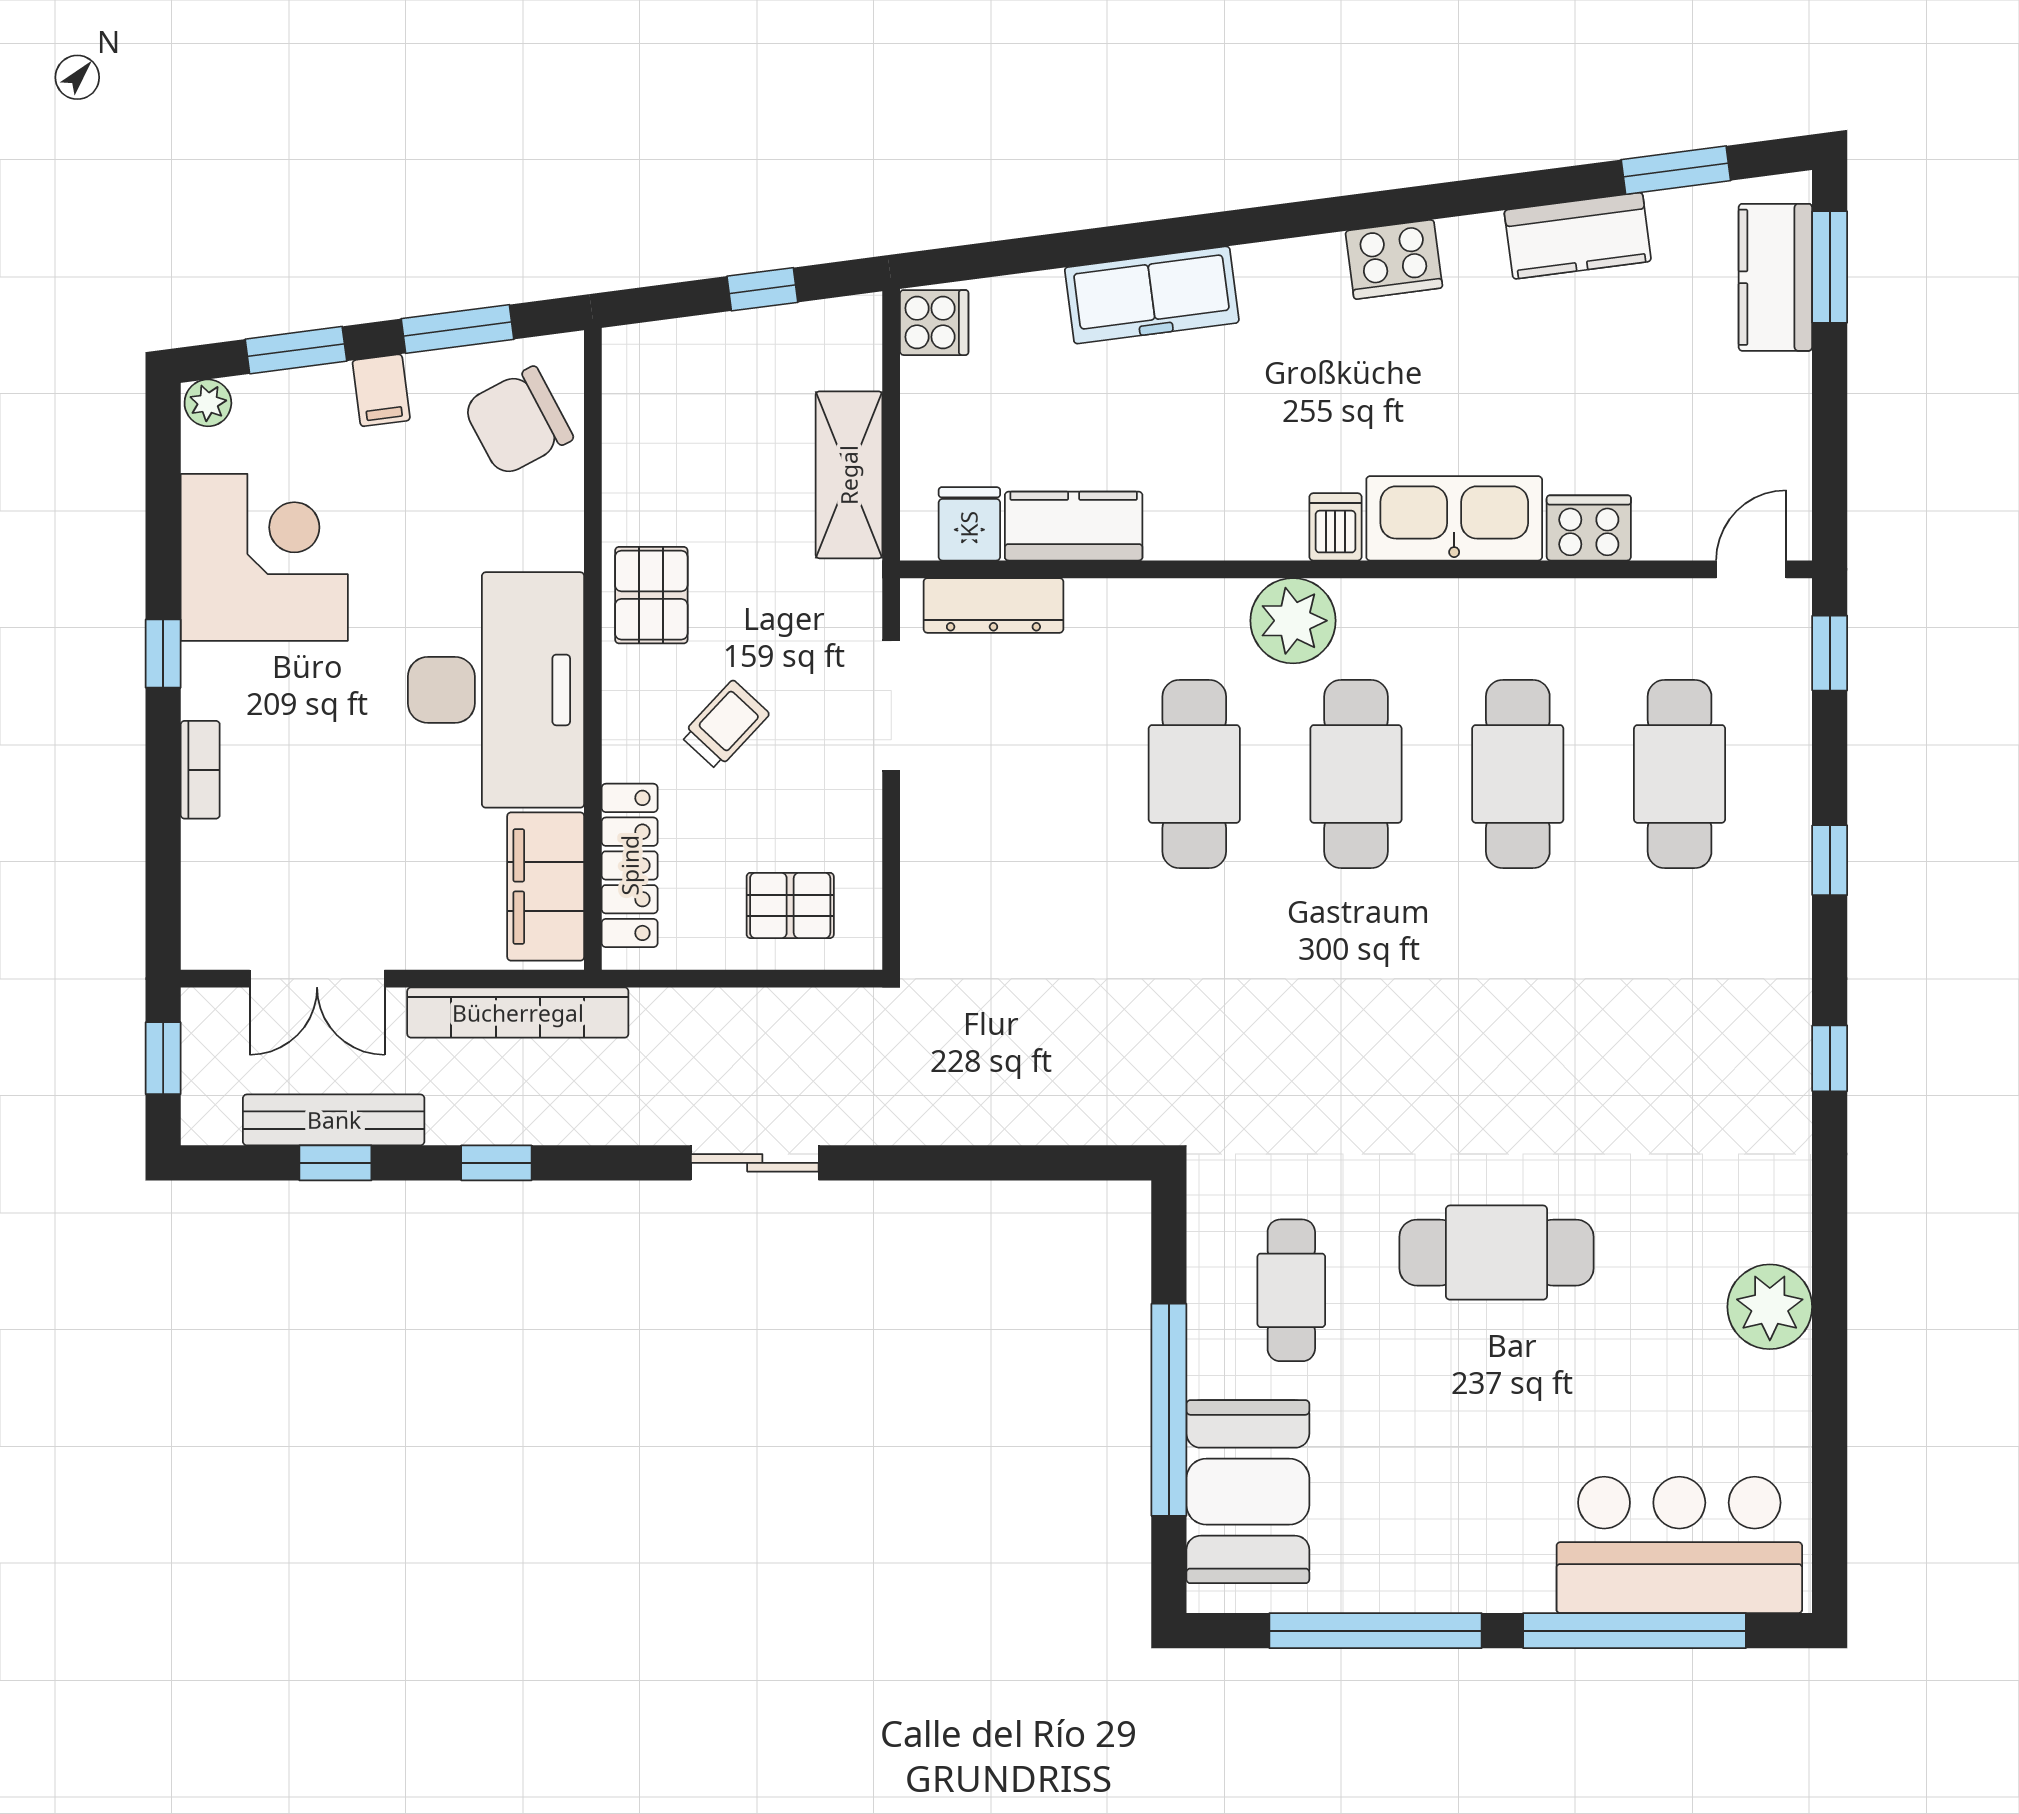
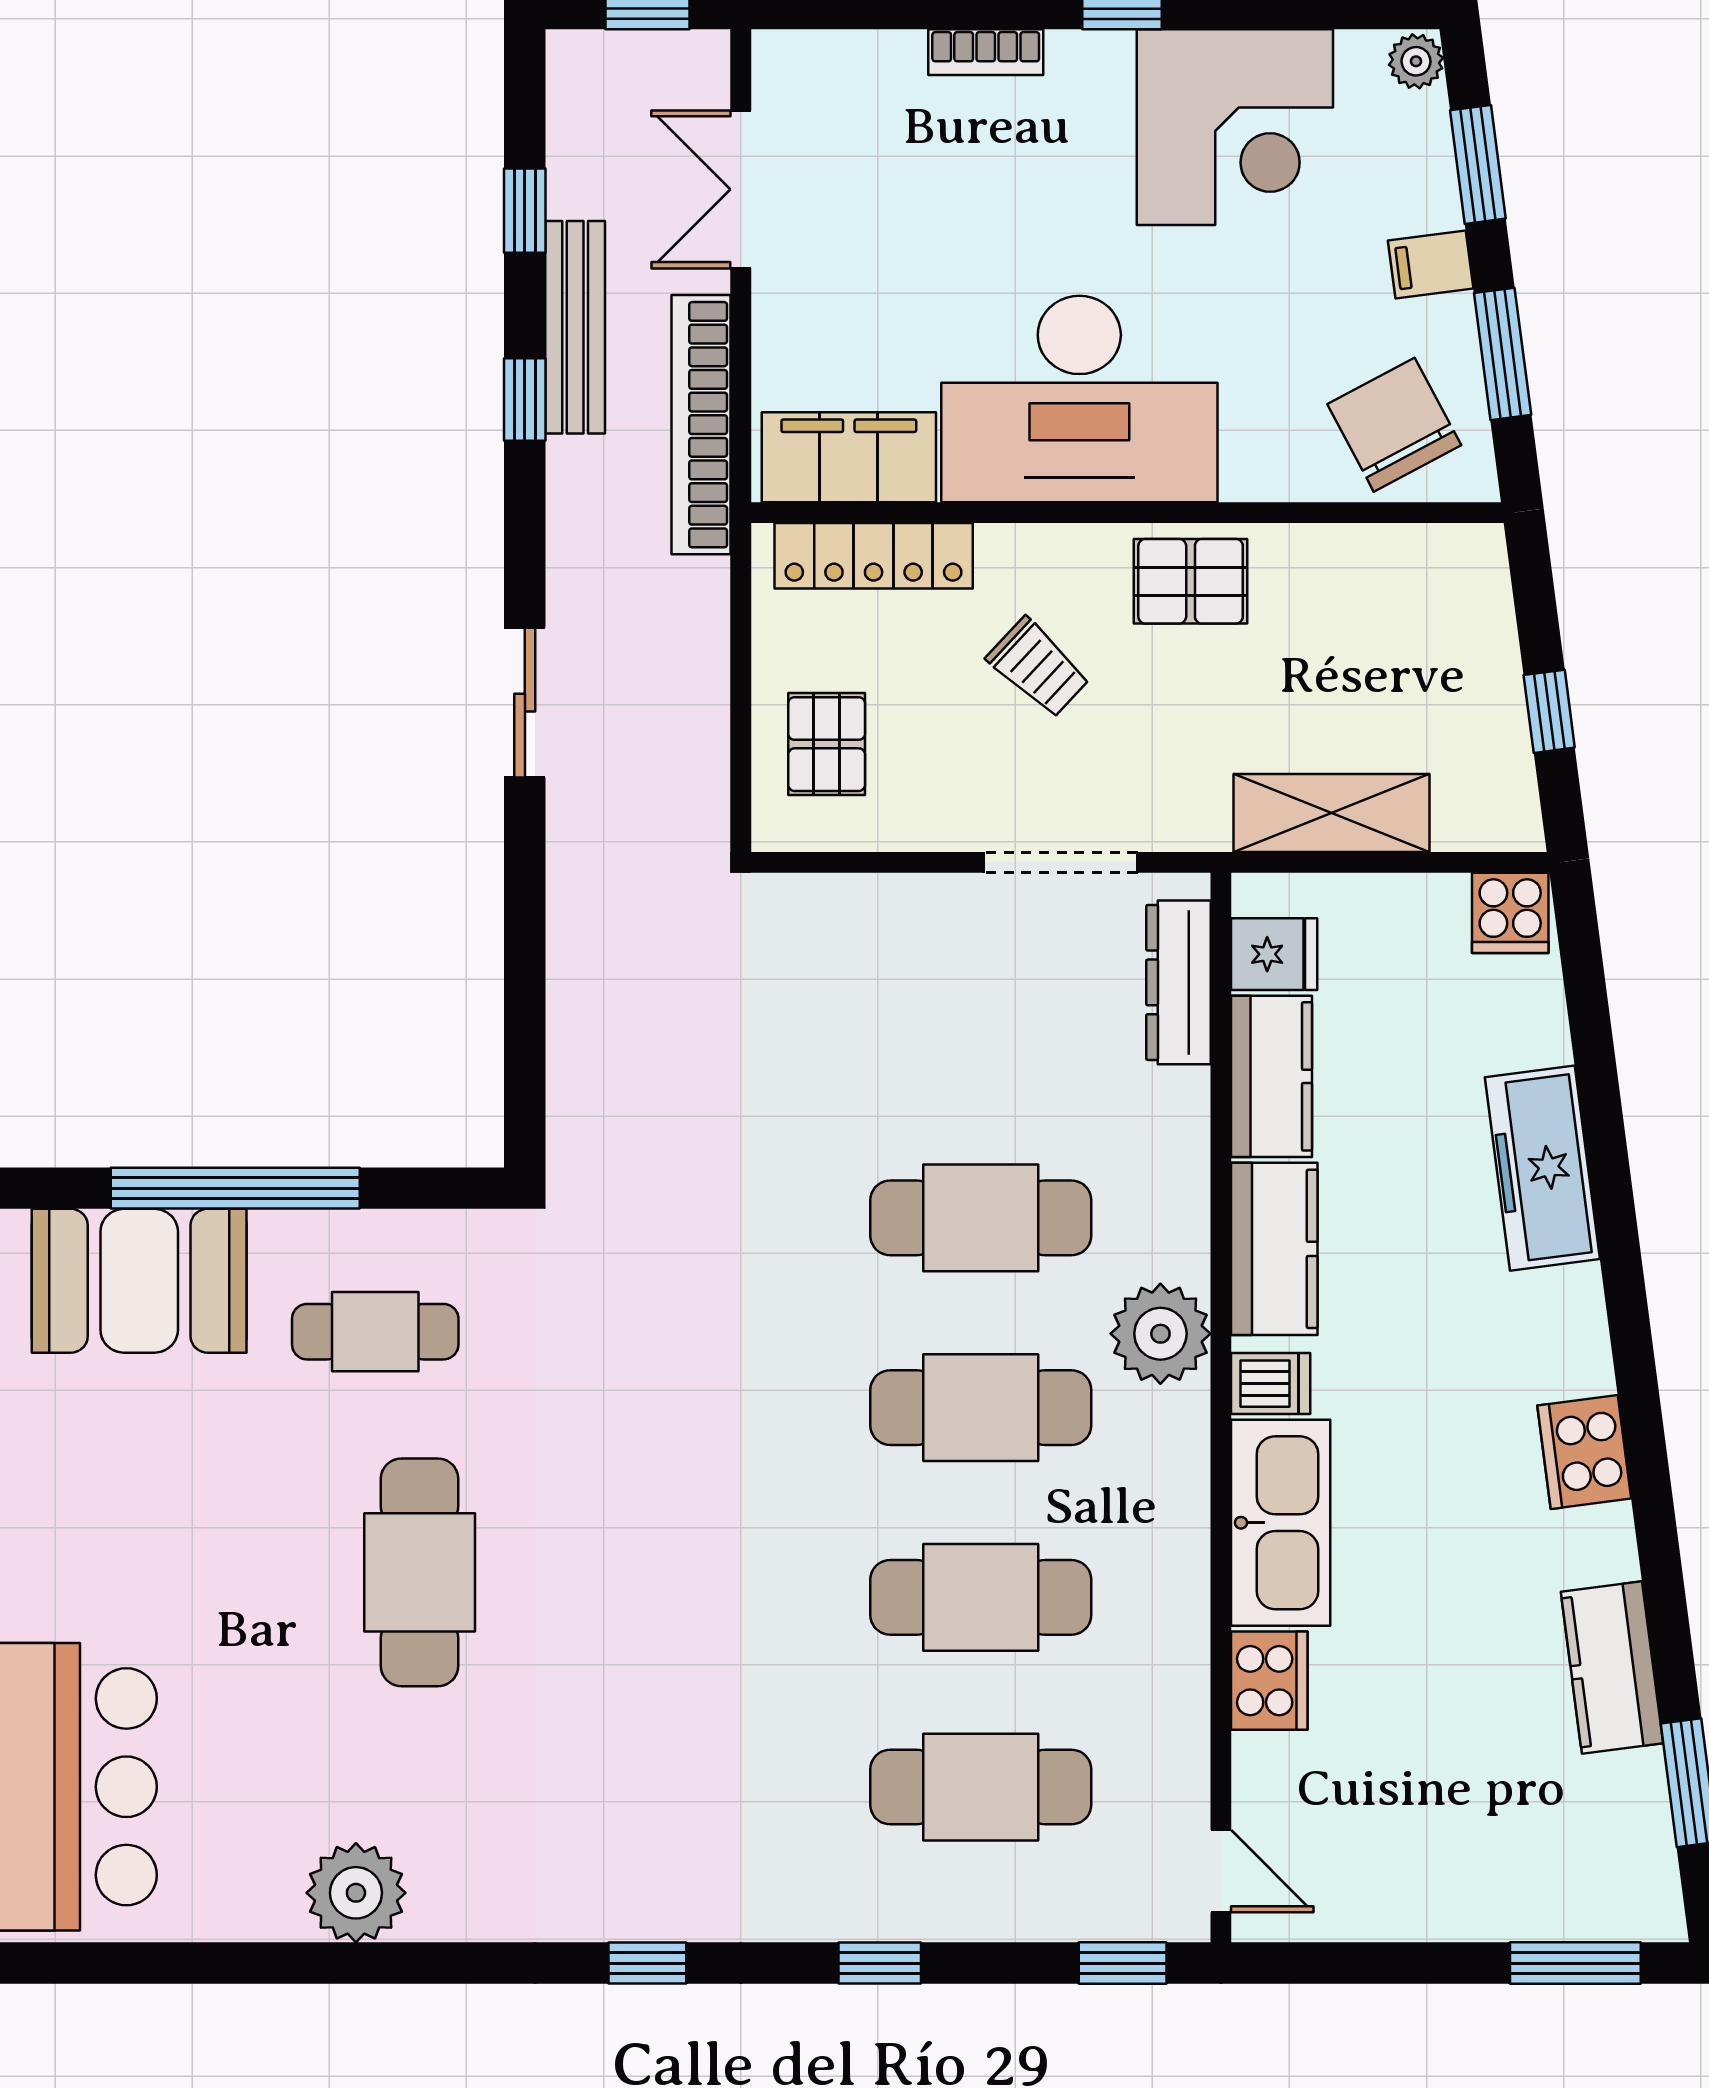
kitchen counter: (1775, 277) -> (1274, 1249), moved, turned 90
bench: (334, 1120) -> (575, 327), moved

